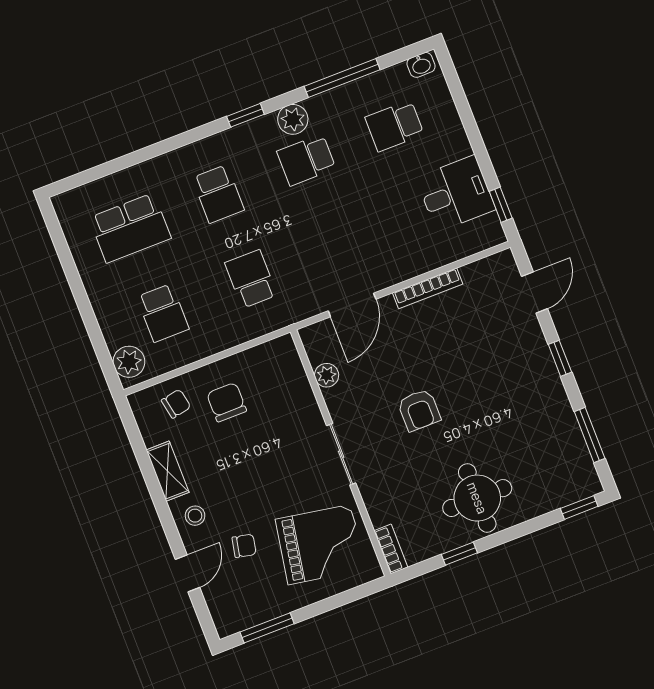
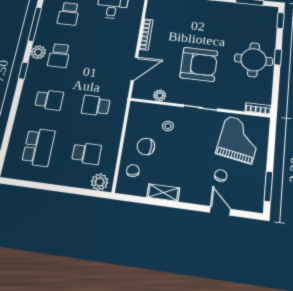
door: (352, 305) -> (134, 69), hinge flipped
armchair: (419, 410) -> (199, 64), width x1.88, depth x1.88
stool: (195, 516) -> (168, 126), moved
window: (459, 554) -> (278, 57), moved

